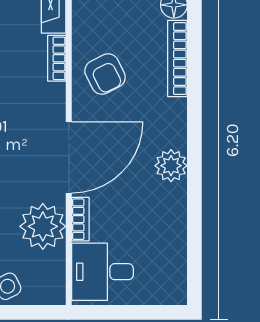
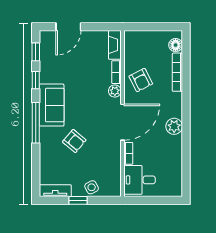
plant: (43, 226) -> (115, 91), moved, width x0.53, depth x0.53

